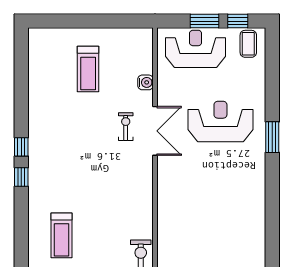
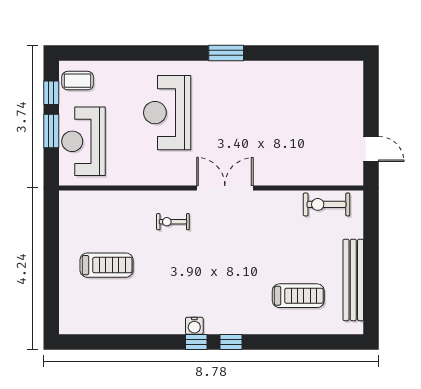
water cooler: (145, 82) -> (194, 326), moved, turned 180
double door: (155, 131) -> (225, 188), moved
window: (272, 137) -> (226, 53), moved

